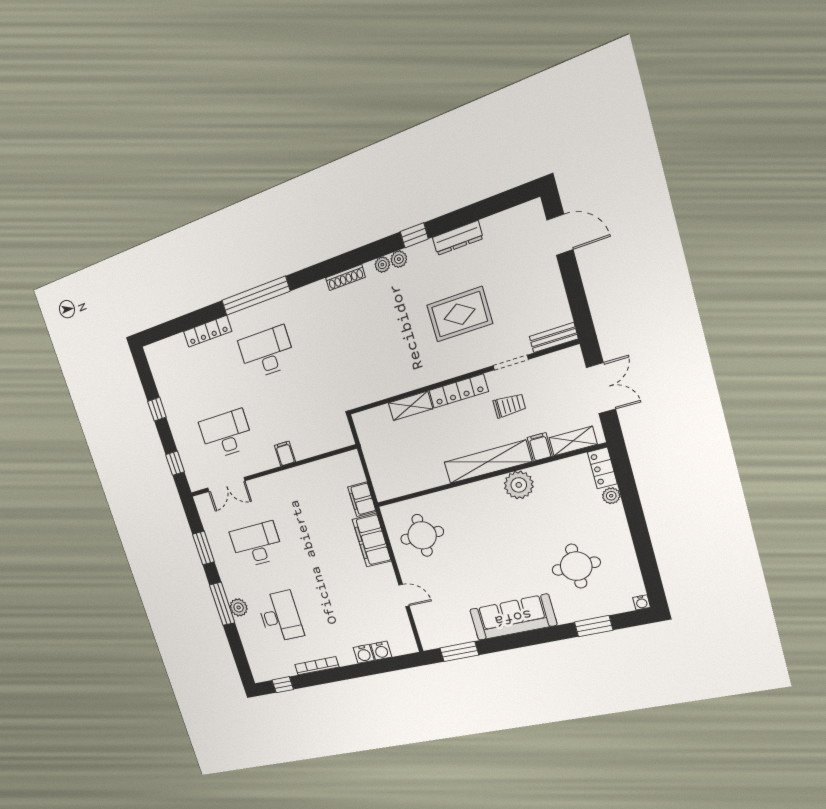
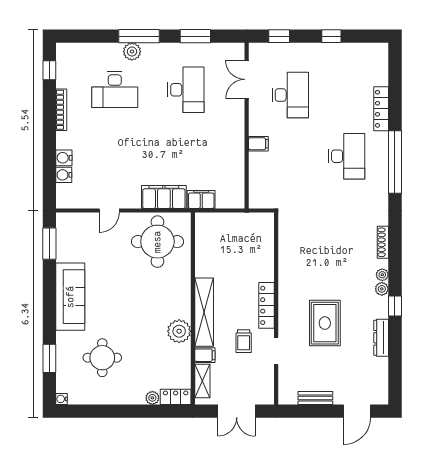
bench: (554, 338) -> (315, 398), moved, turned 90
shelving: (410, 406) -> (266, 264), removed
round table: (422, 535) -> (157, 242), width x1.36, depth x1.36

